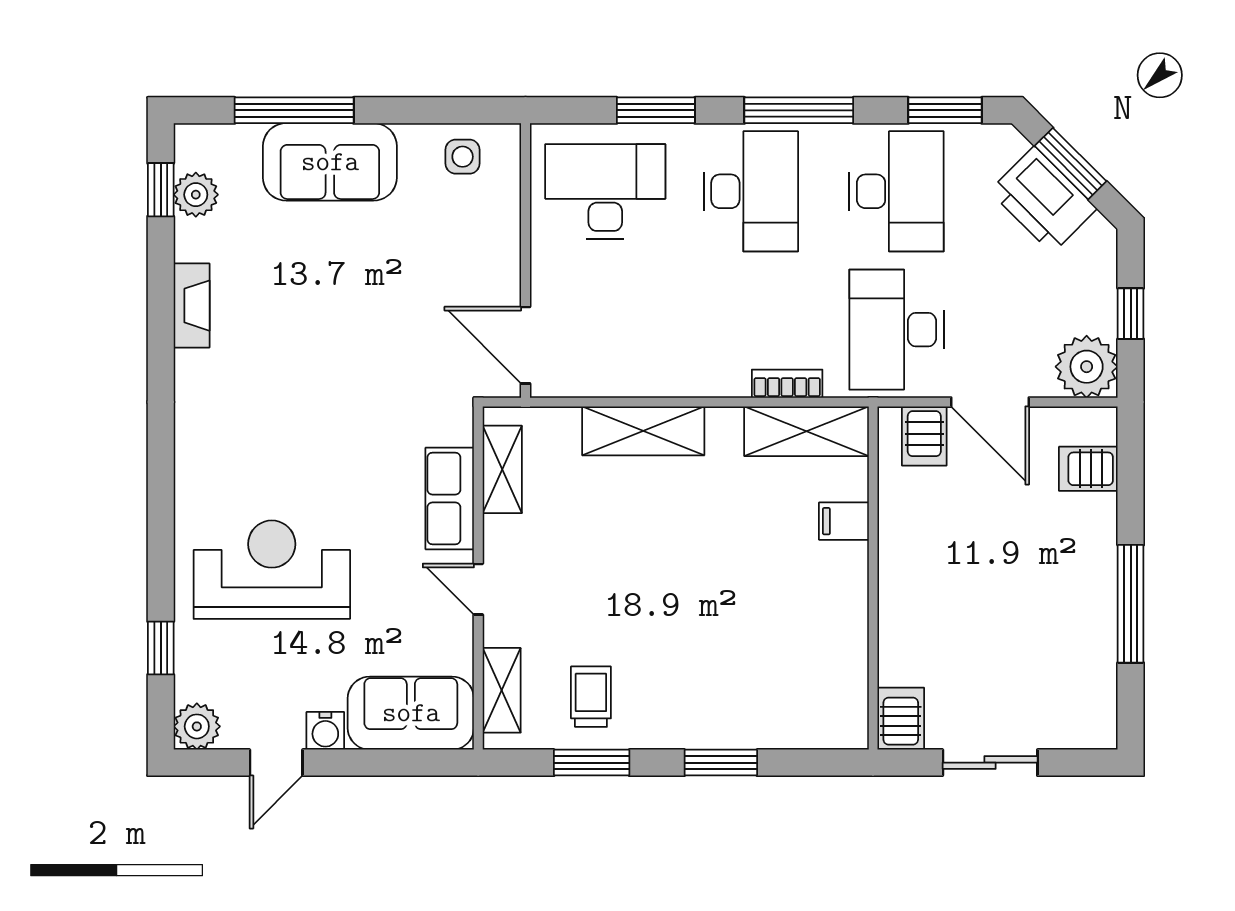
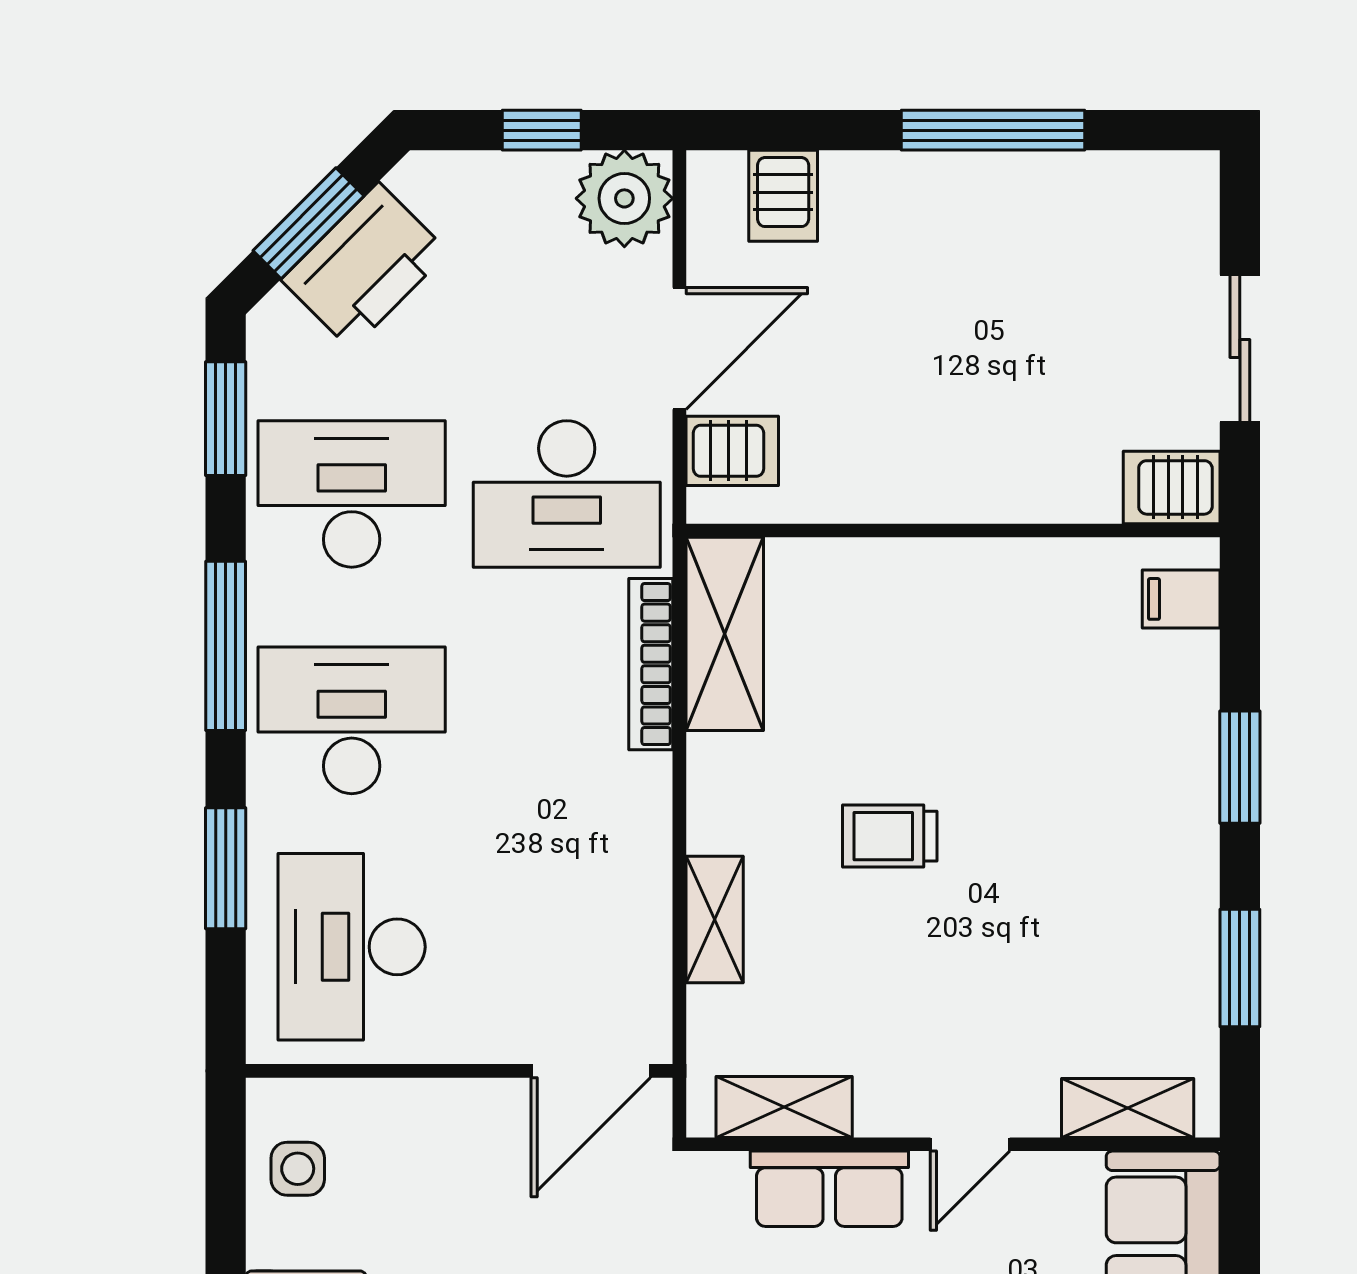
bookcase: (787, 384) -> (651, 664), width x1.56
shelving: (643, 431) -> (715, 919), width x0.67, depth x0.75
filing cabinet: (844, 521) -> (1181, 599), moved, turned 90
trolley: (591, 697) -> (890, 836), moved

